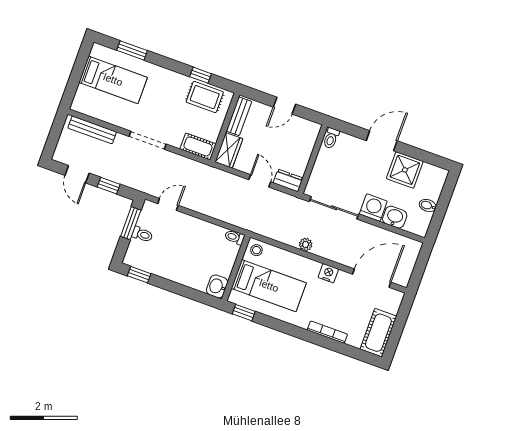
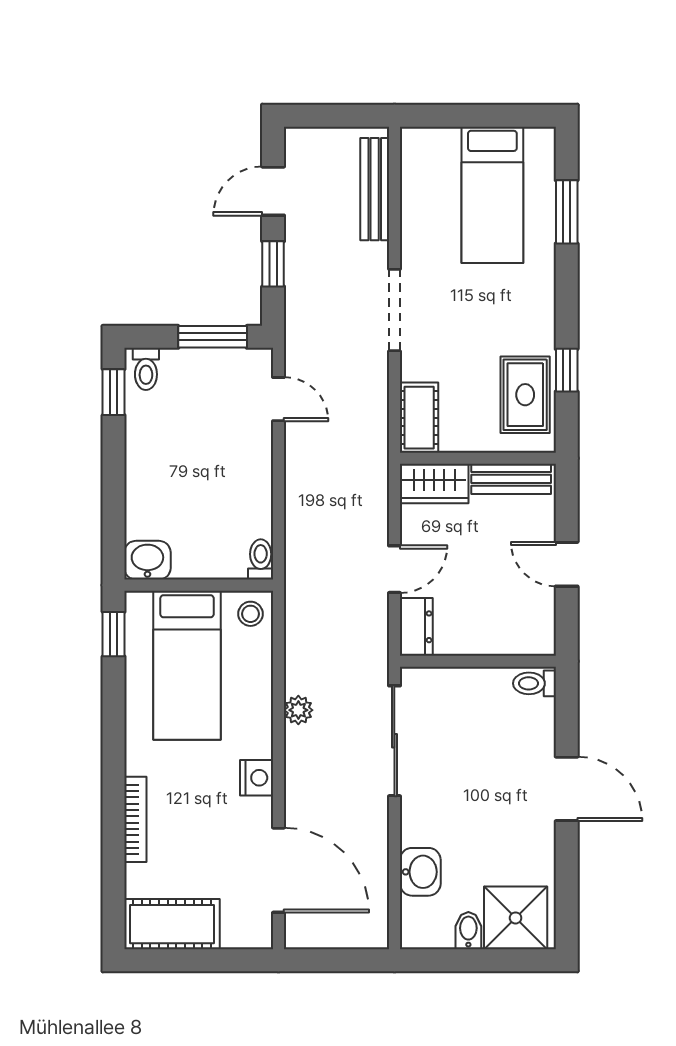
shower: (405, 170) -> (516, 918), moved
washing machine: (373, 208) -> (424, 821), removed
toilet: (142, 234) -> (146, 369), moved

